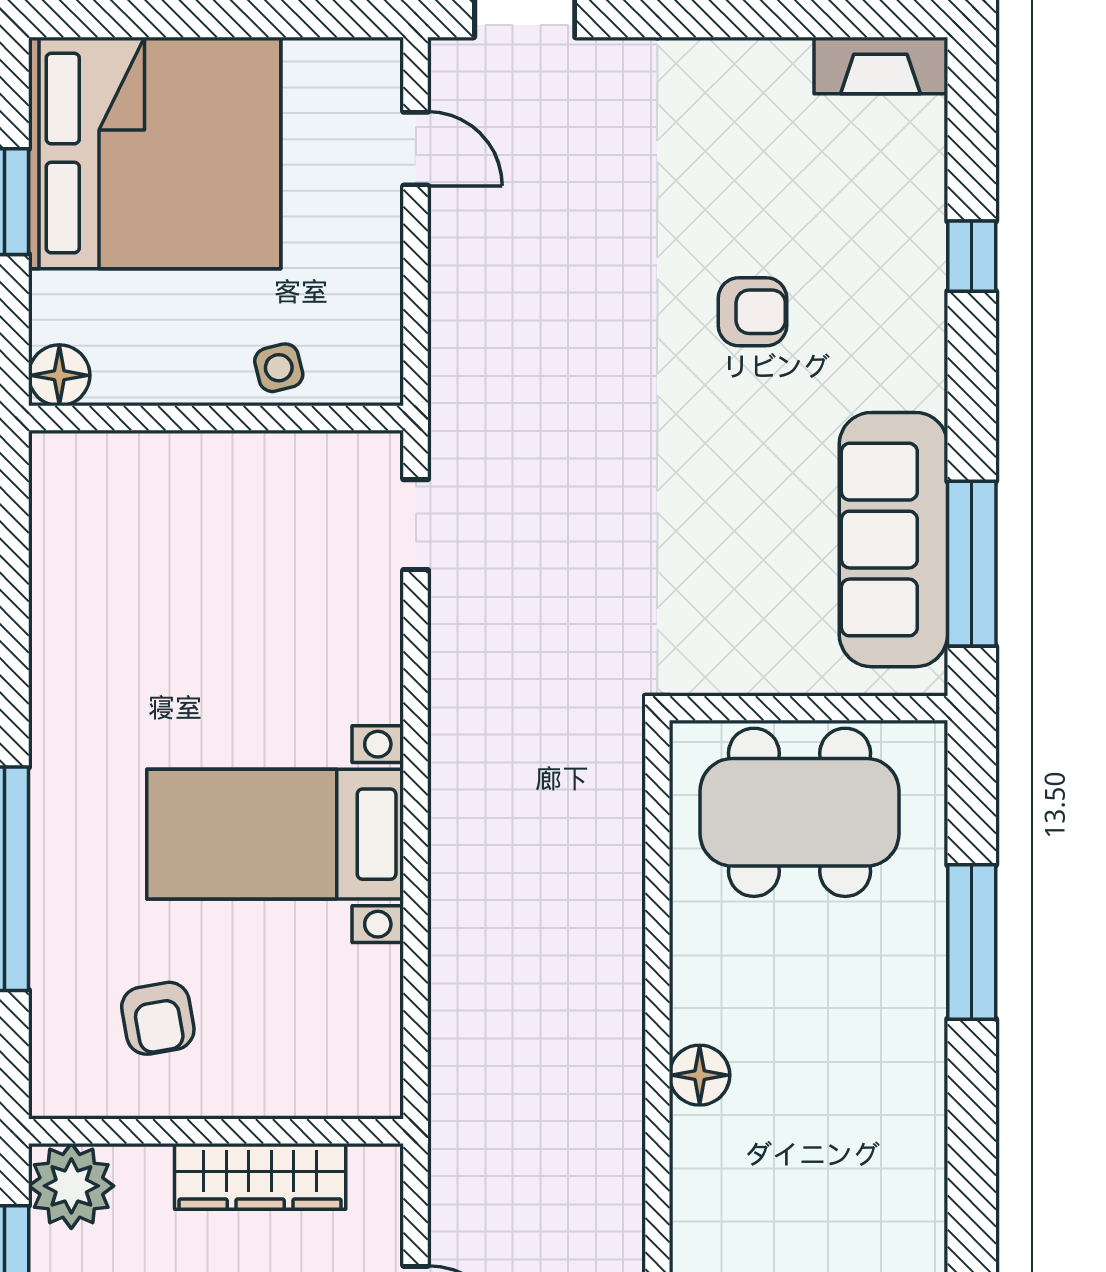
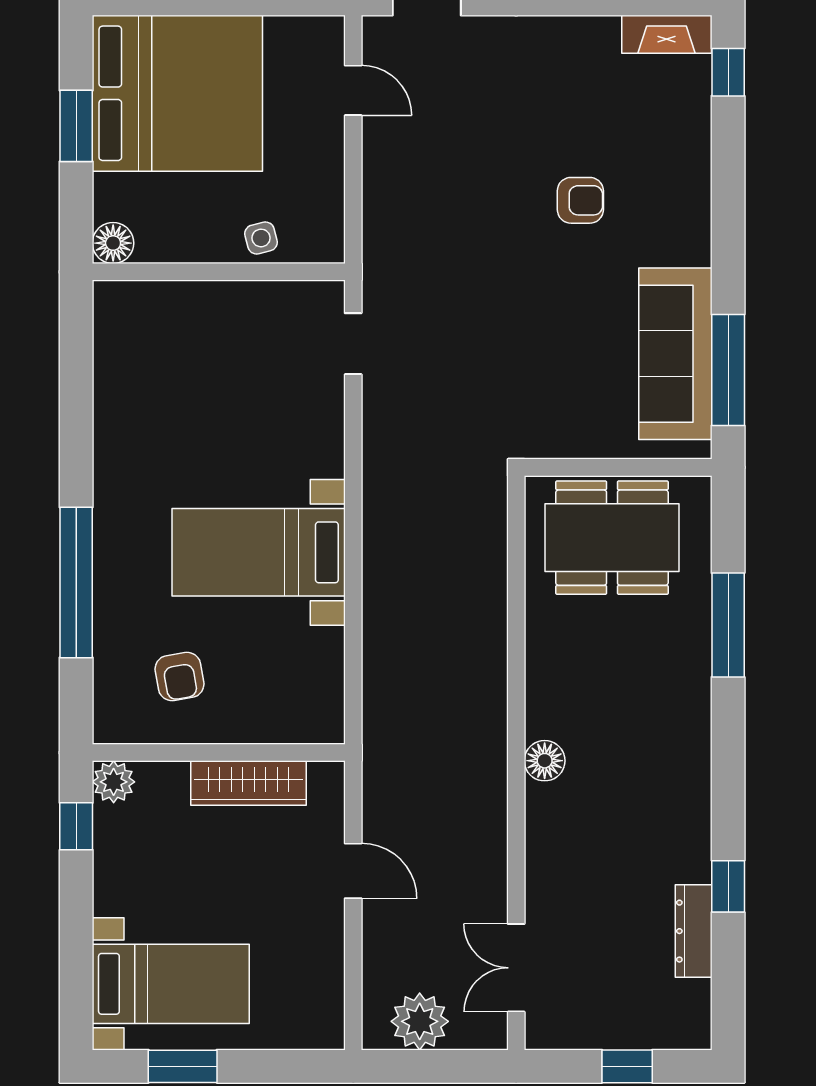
window: (972, 256) -> (728, 72), moved
floor lamp: (700, 1075) -> (545, 761), moved
plant: (71, 1186) -> (114, 782), width x0.73, depth x0.73

